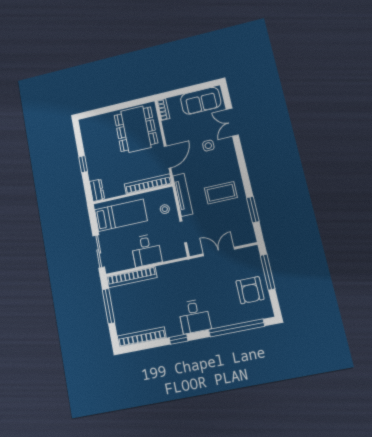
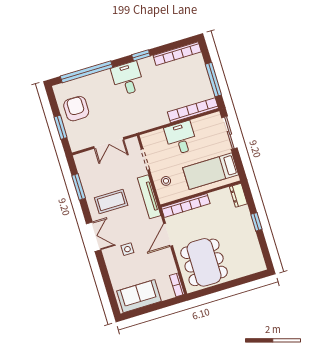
double door: (232, 122) -> (94, 237), moved
window: (268, 272) -> (61, 127), width x0.69

